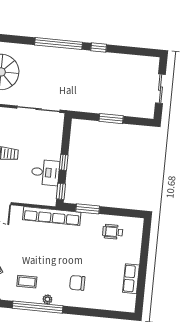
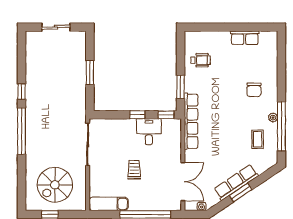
wheelchair: (113, 232) -> (201, 60), turned -90

